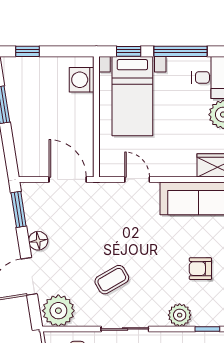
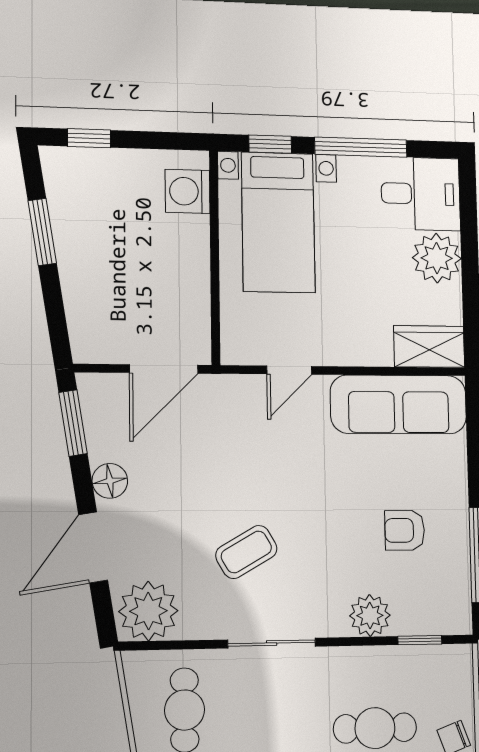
door: (68, 179) -> (164, 369), swing flipped
door: (137, 179) -> (289, 370), swing flipped

